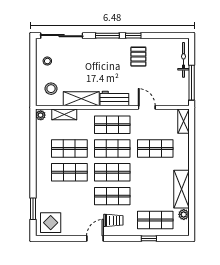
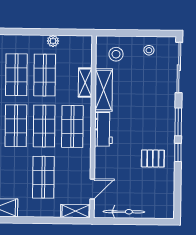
bicycle: (183, 60) -> (124, 212), moved
window: (192, 83) -> (121, 221), removed
door: (147, 107) -> (92, 189), moved
shelving: (64, 114) -> (85, 83), moved
plant: (41, 115) -> (53, 41), moved

